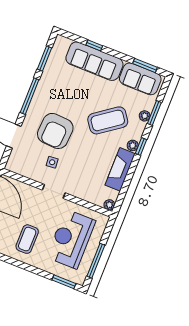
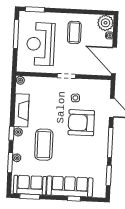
coffee table: (108, 120) -> (44, 145), turned -54
armchair: (55, 131) -> (81, 123), turned -93
reception desk: (71, 239) -> (41, 44), turned 180

